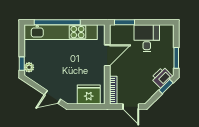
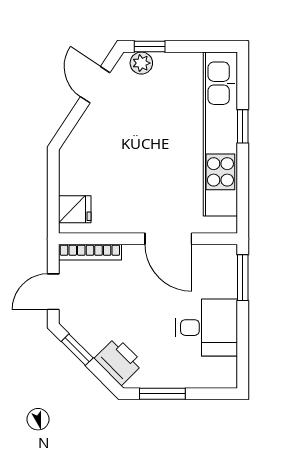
window: (57, 22) -> (243, 126), width x0.32
window: (166, 87) -> (77, 350), moved
fridge: (89, 95) -> (75, 209), width x0.53, depth x0.75
door: (53, 97) -> (95, 85), moved

